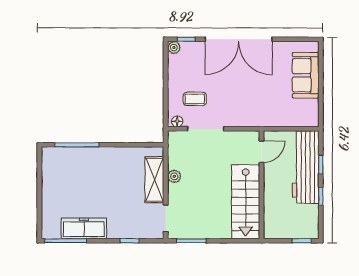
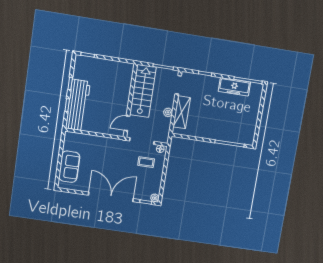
door: (262, 152) -> (127, 123), moved
wall: (262, 185) -> (130, 101), moved
stairs: (246, 202) -> (143, 91), moved

